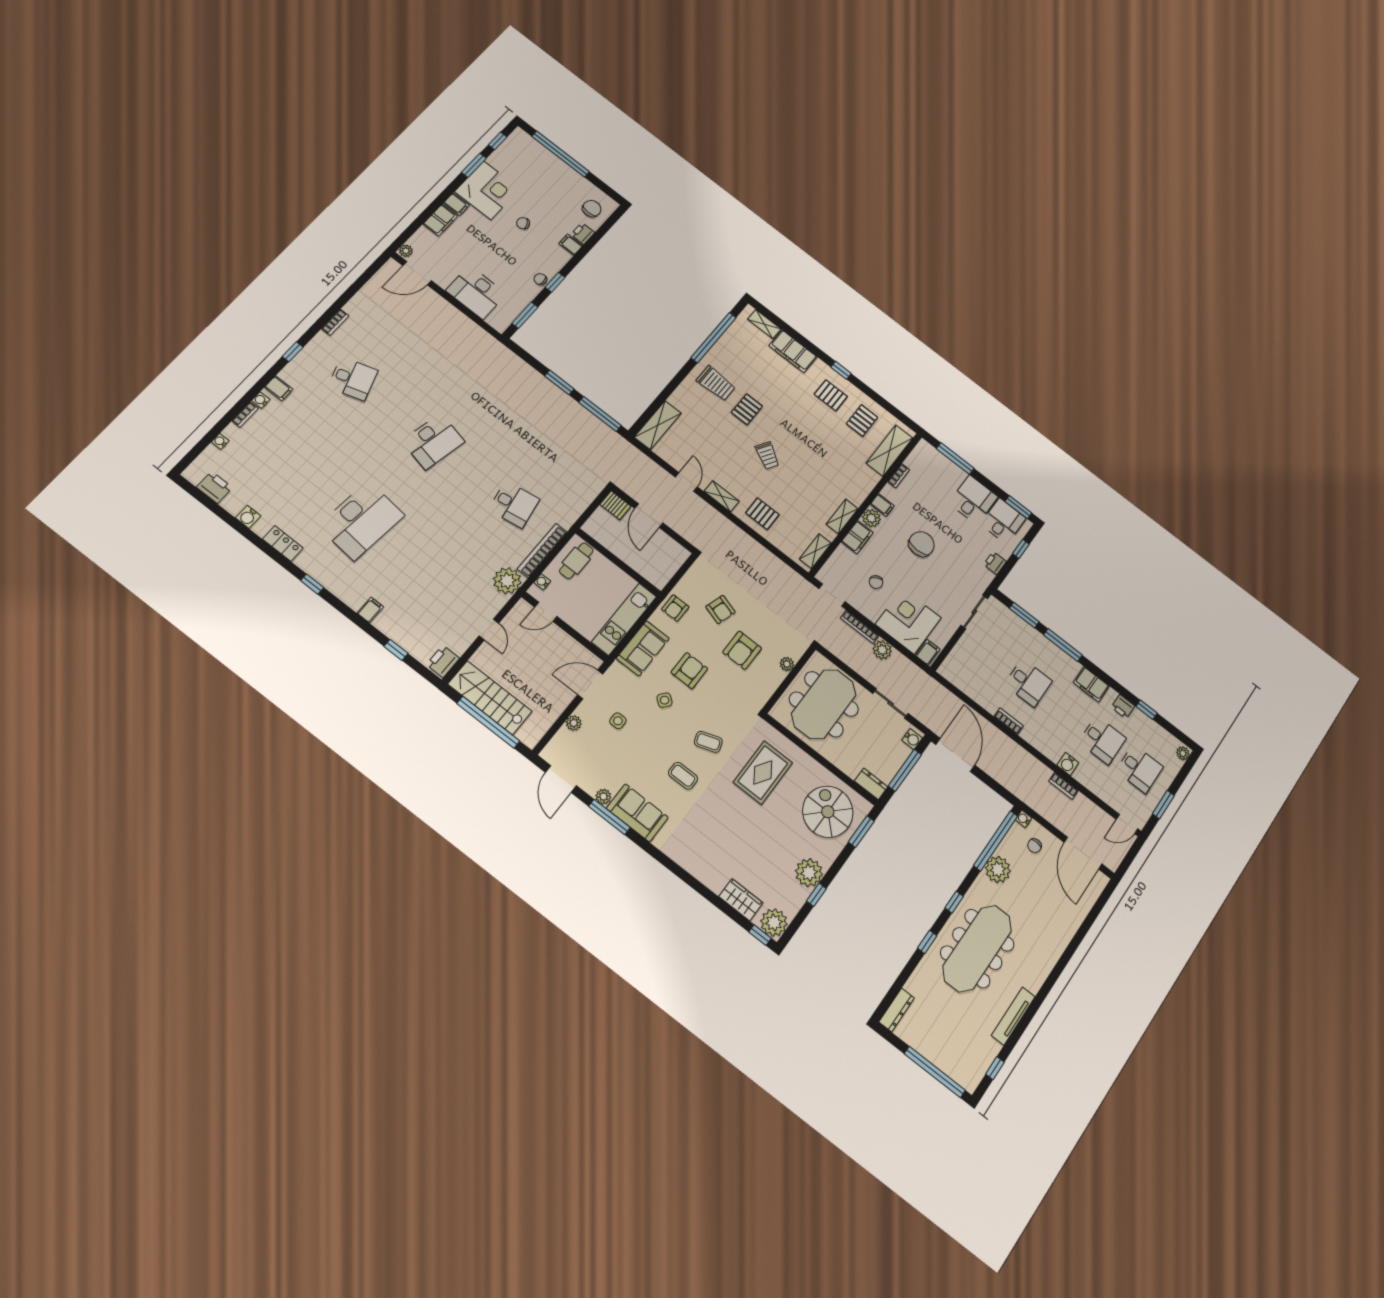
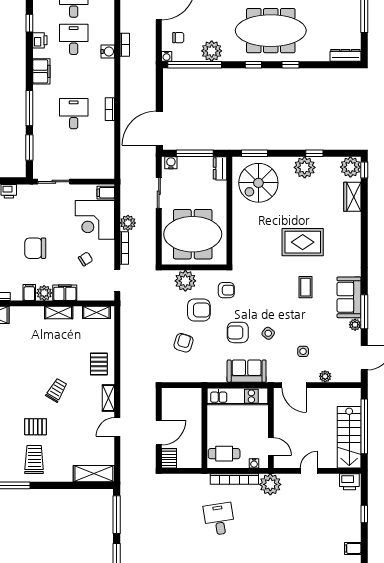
armchair: (675, 608) -> (226, 290), moved
plant: (787, 664) -> (185, 281), width x1.87, depth x1.87
coffee table: (708, 742) -> (273, 288), removed
rug: (763, 772) -> (303, 242), moved

